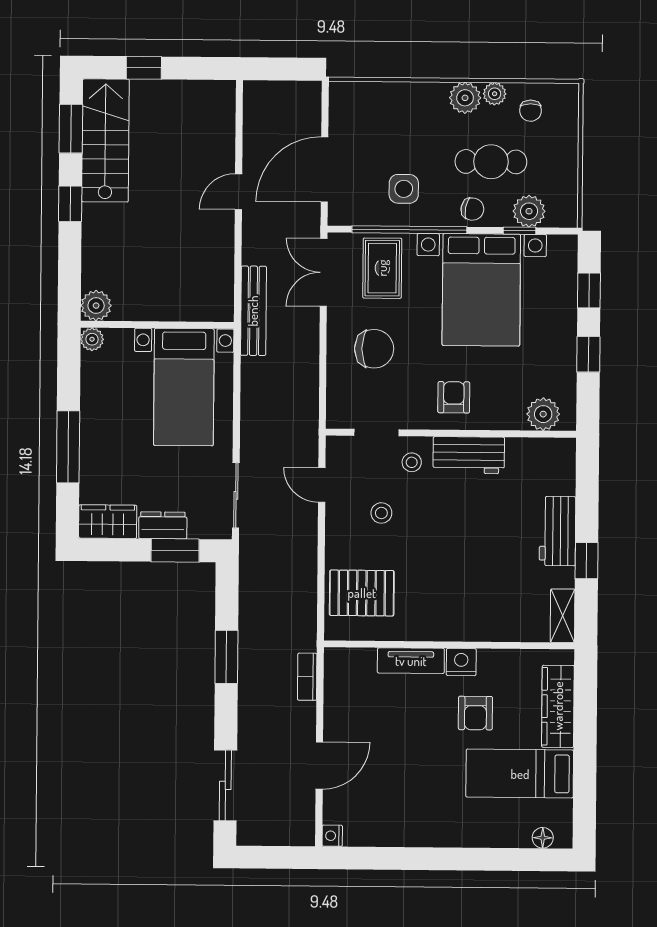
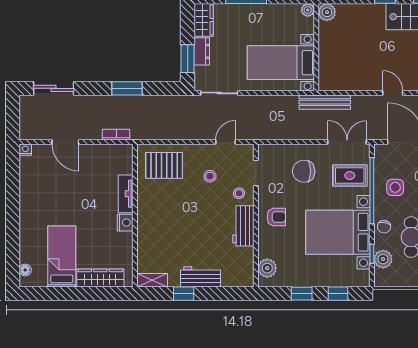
chair: (374, 349) -> (304, 171), turned 90
pallet: (362, 593) -> (164, 165), turned 90
armchair: (475, 713) -> (96, 231), removed

